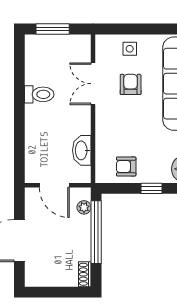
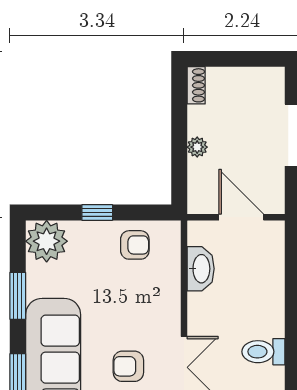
armchair: (131, 84) -> (128, 366), turned 90
plant: (84, 207) -> (197, 147), moved
window: (96, 232) -> (179, 148), removed

